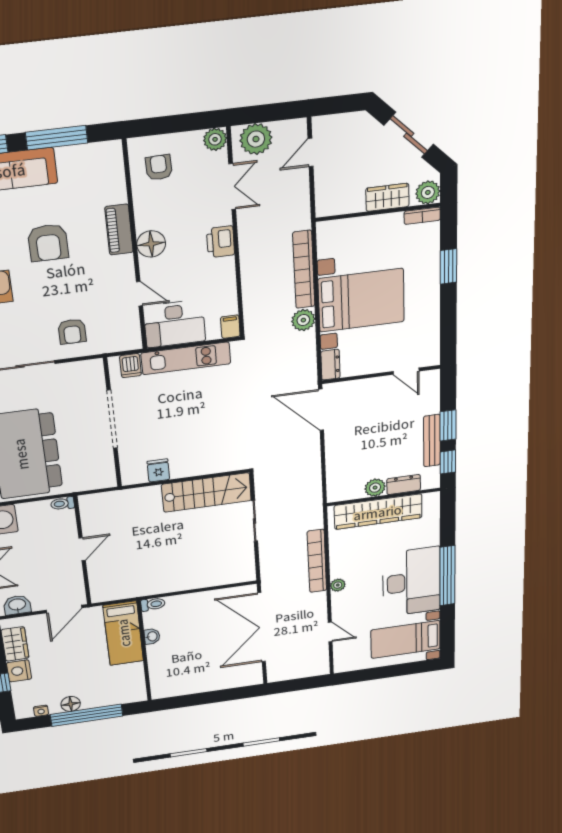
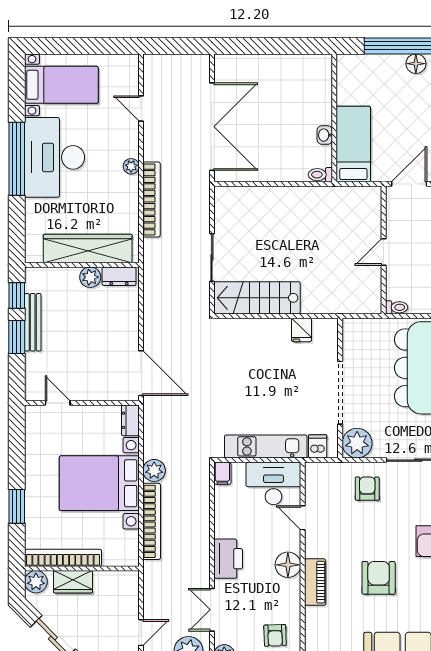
bookcase: (422, 216) -> (63, 558), width x2.31, depth x1.31
printer: (221, 242) -> (228, 559), width x1.37, depth x1.19
plant: (88, 374) -> (357, 443), added
dresser: (404, 485) -> (119, 276), moved

